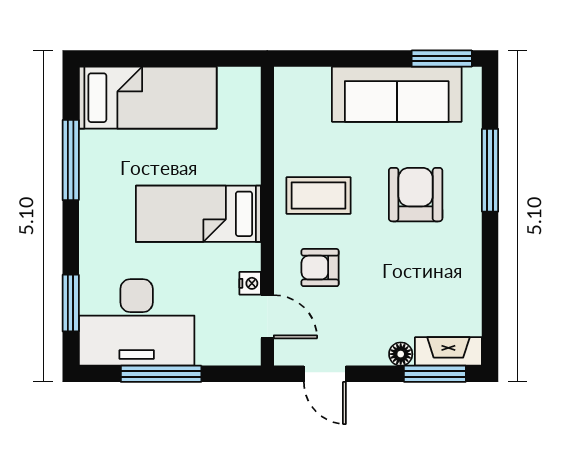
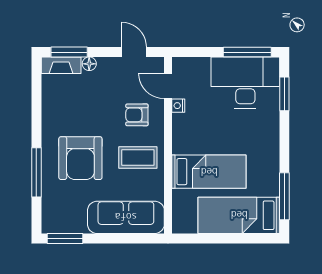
sofa: (397, 94) -> (126, 217), moved
window: (71, 160) -> (284, 196), moved
armchair: (416, 195) -> (80, 158), width x1.36, depth x1.36
bed: (198, 214) -> (209, 172), moved
armchair: (320, 268) -> (137, 115), turned 180
window: (161, 374) -> (247, 52), moved

